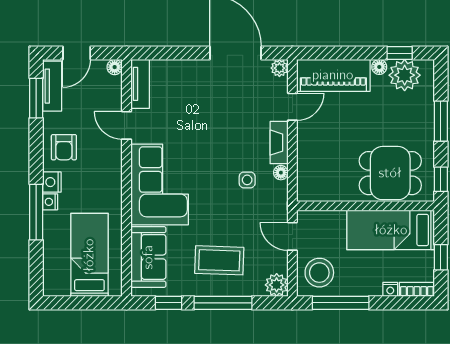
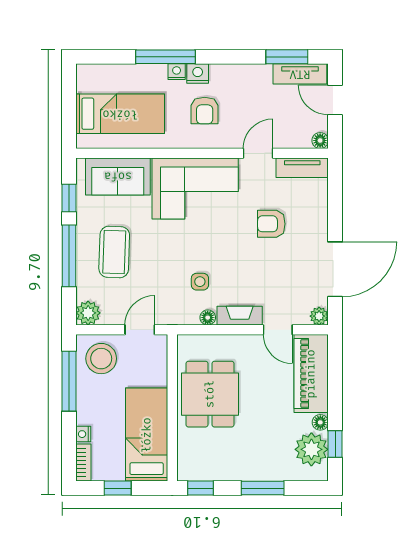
armchair: (193, 113) -> (271, 224), added
armchair: (64, 147) -> (205, 111), moved, turned -90
dining table: (390, 173) -> (210, 394), moved

